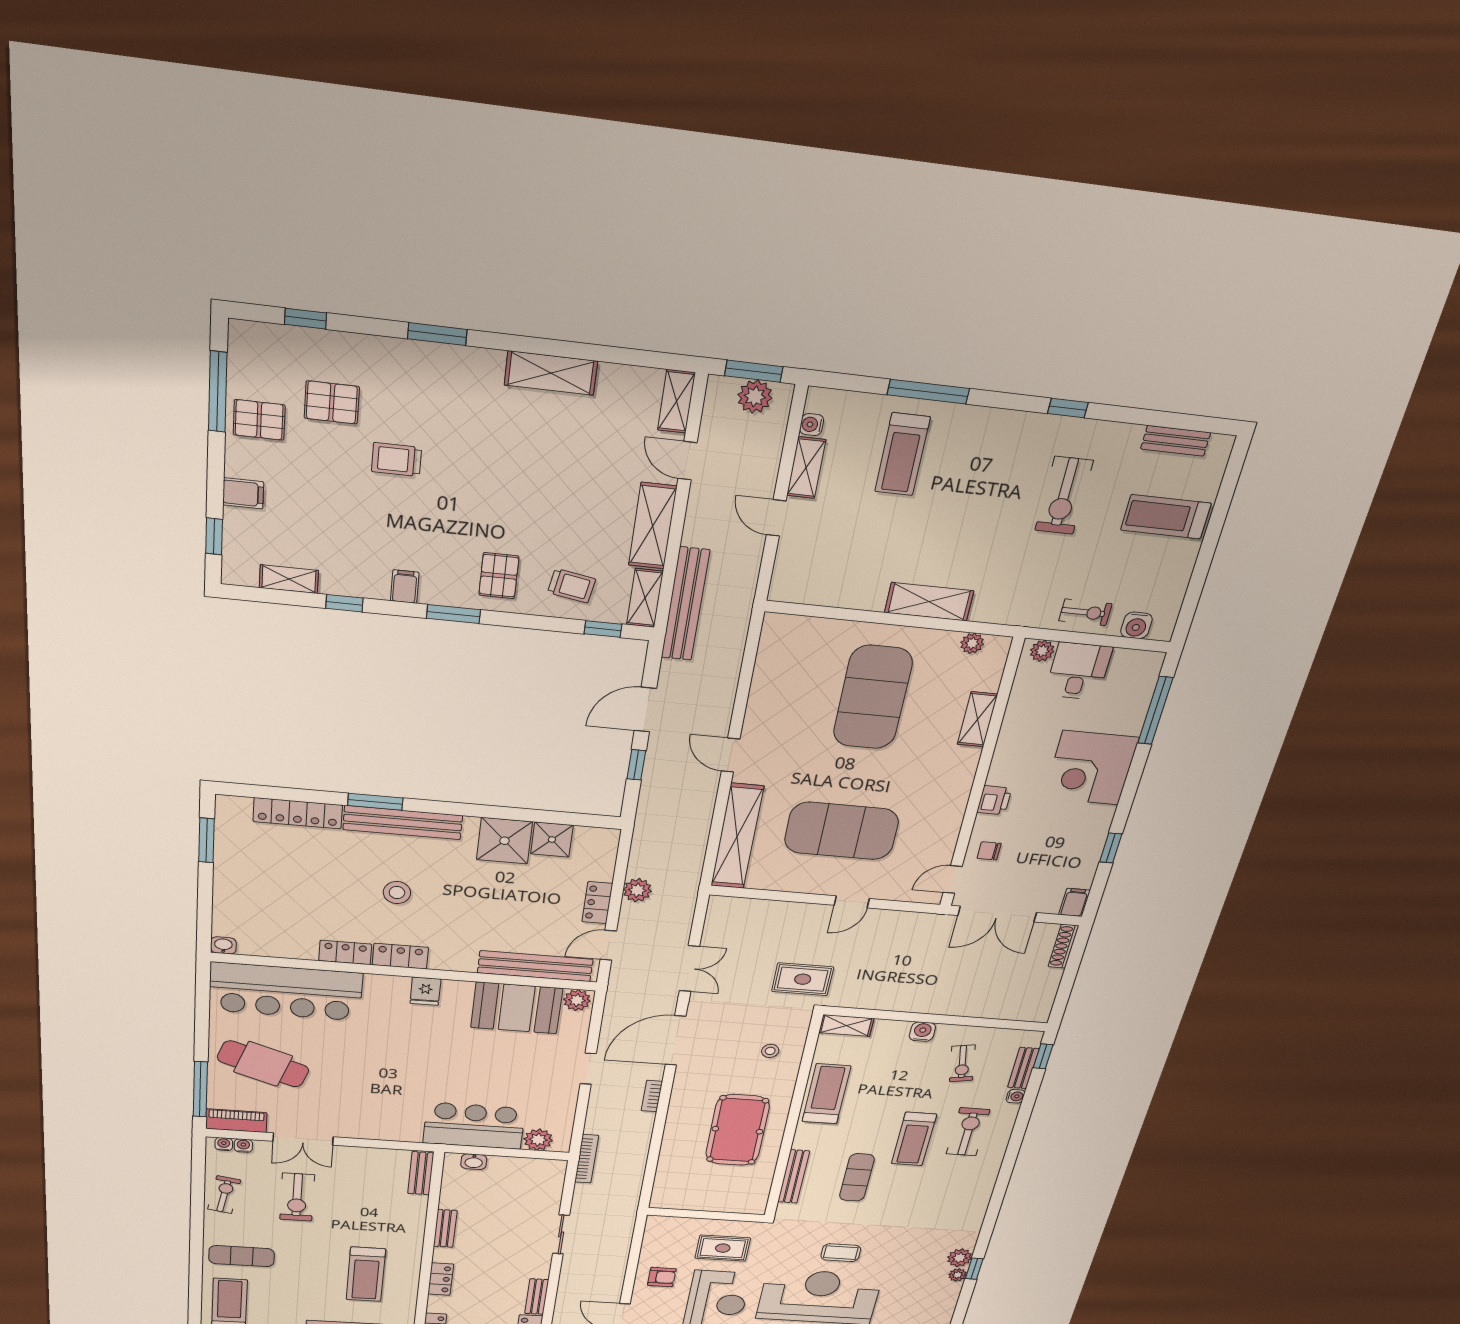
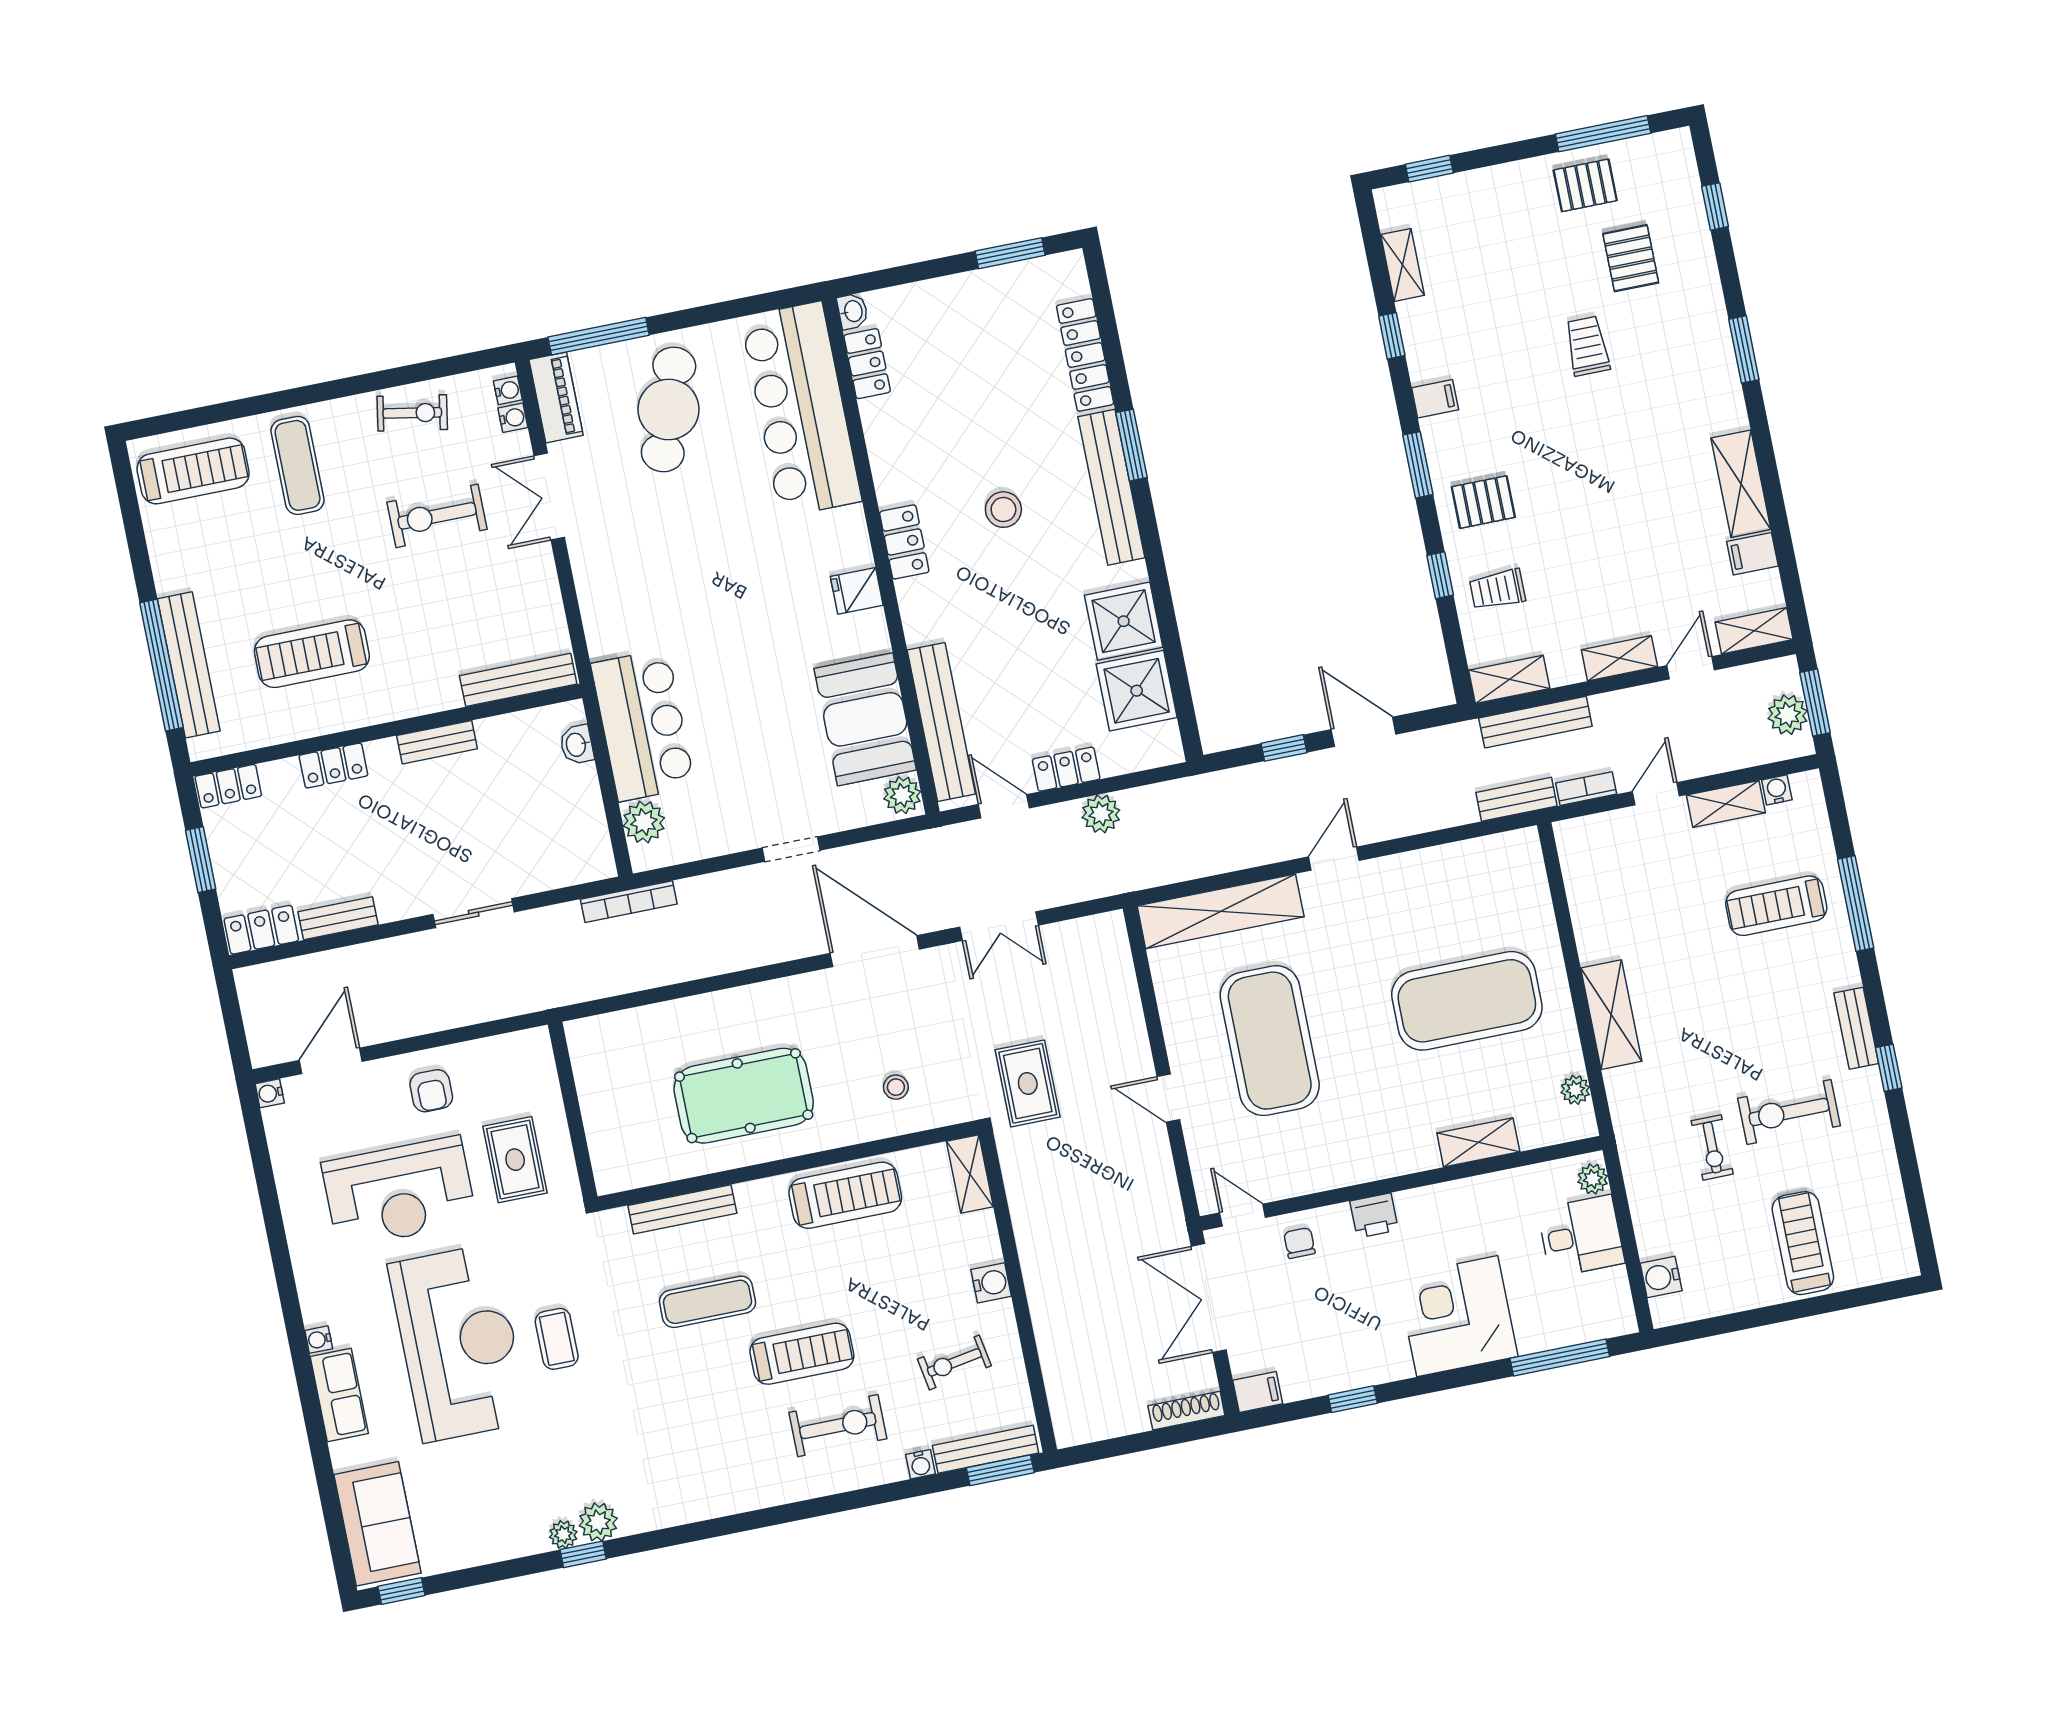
pallet: (259, 420) -> (1585, 185), turned 90
bench: (1176, 441) -> (1856, 1028), moved
filing cabinet: (243, 493) -> (1752, 554), moved, turned 90
shelving: (653, 526) -> (1619, 658), width x0.67, depth x0.75
trolley: (572, 586) -> (1497, 589), turned 80
bench: (685, 604) -> (1535, 722), width x0.73, depth x0.82
exercise bike: (1085, 612) -> (1712, 1147), moved
bench: (739, 620) -> (1517, 799), added
window: (603, 629) -> (1440, 575), moved
shower: (552, 840) -> (1137, 691), width x1.36, depth x1.36
locker: (345, 952) -> (867, 364), moved
window: (1043, 1056) -> (1000, 1470), width x1.50
bench: (1023, 1068) -> (986, 1449), width x1.36
bookcase: (652, 1096) -> (1586, 789), moved
treadmill: (914, 1139) -> (802, 1354), turned 180
bench: (421, 1173) -> (518, 680), width x1.36

